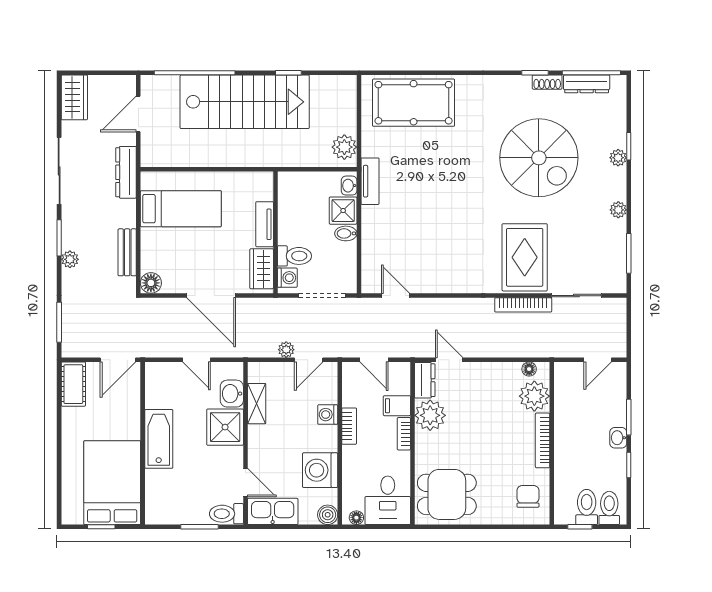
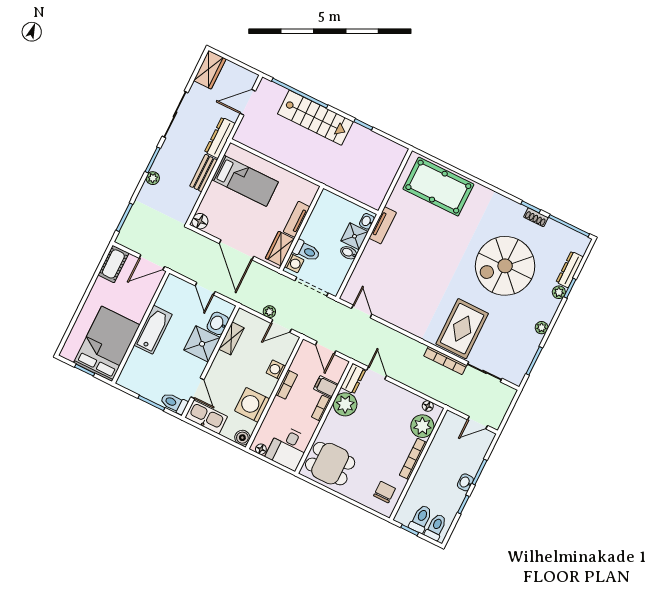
dresser: (587, 84) -> (570, 270), moved, turned 90
stairs: (245, 102) -> (315, 118), width x0.73, depth x0.66
plant: (344, 147) -> (377, 194), removed
spiral stairs: (539, 158) -> (505, 266), turned 90
bench: (127, 252) -> (204, 173), moved

